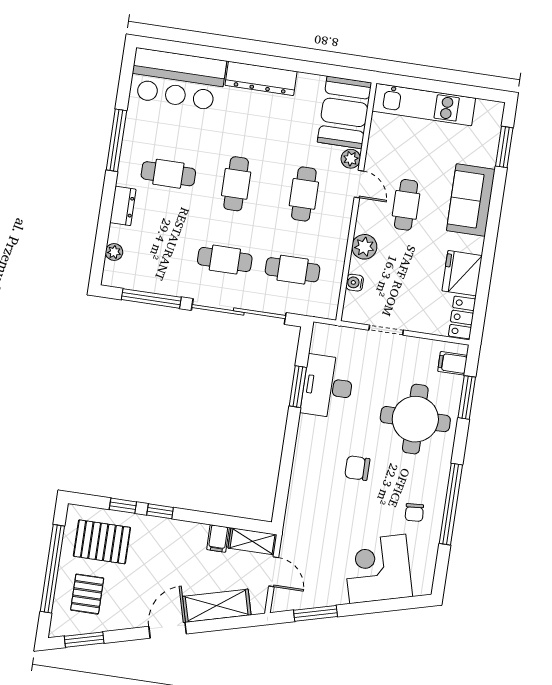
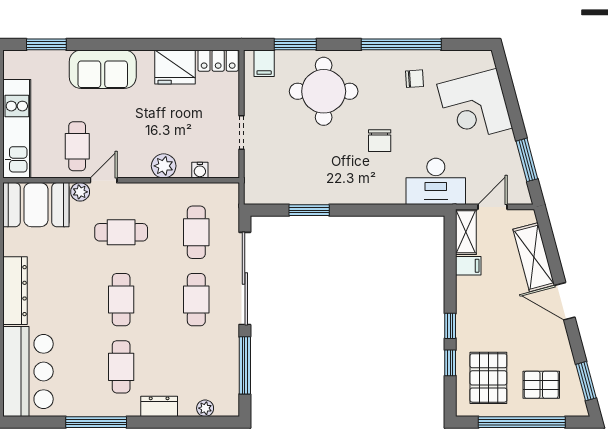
cafe table: (236, 184) -> (121, 300), turned 90
cafe table: (406, 205) -> (77, 146), moved, turned 90
desk: (328, 387) -> (436, 181), moved

